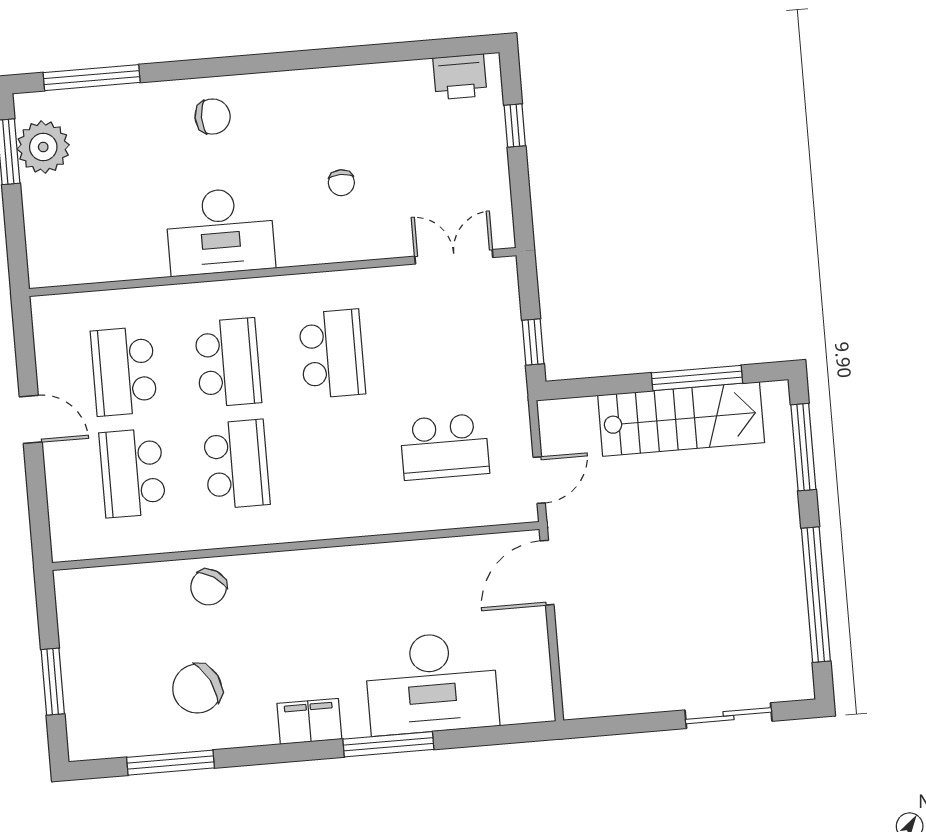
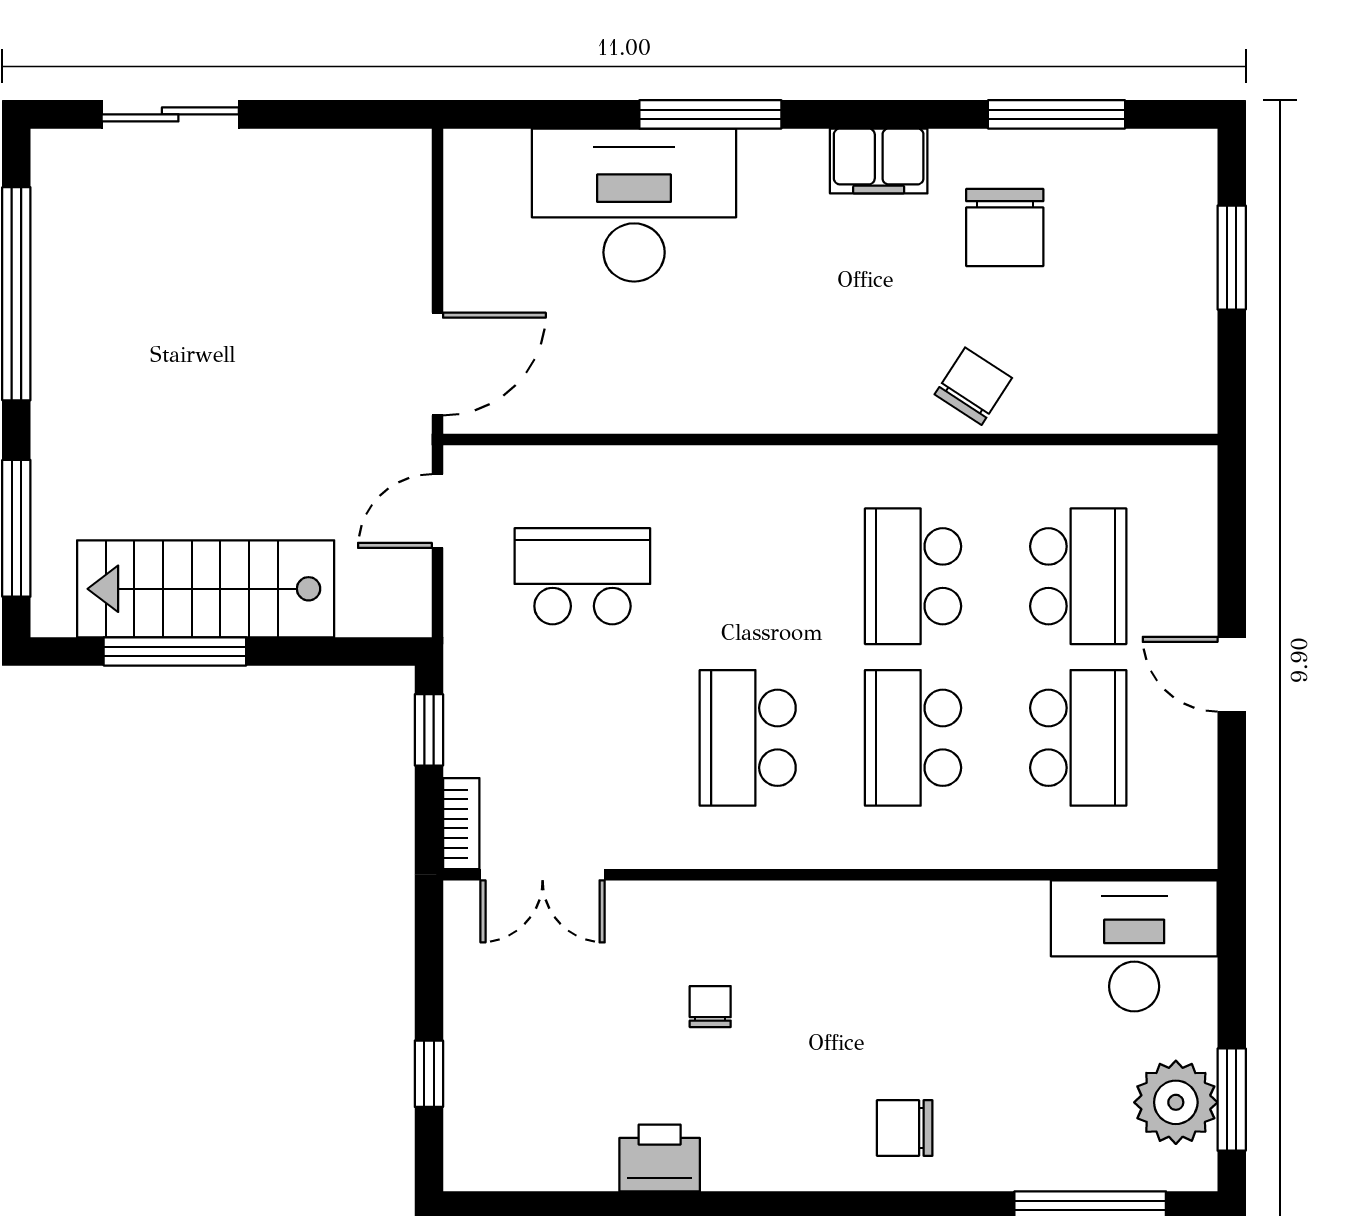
printer: (460, 77) -> (660, 1158), moved
desk: (220, 231) -> (1134, 946), moved
bookcase: (508, 285) -> (461, 824), added
chair: (197, 689) -> (1005, 227), turned 117
filing cabinet: (309, 721) -> (879, 161), moved

